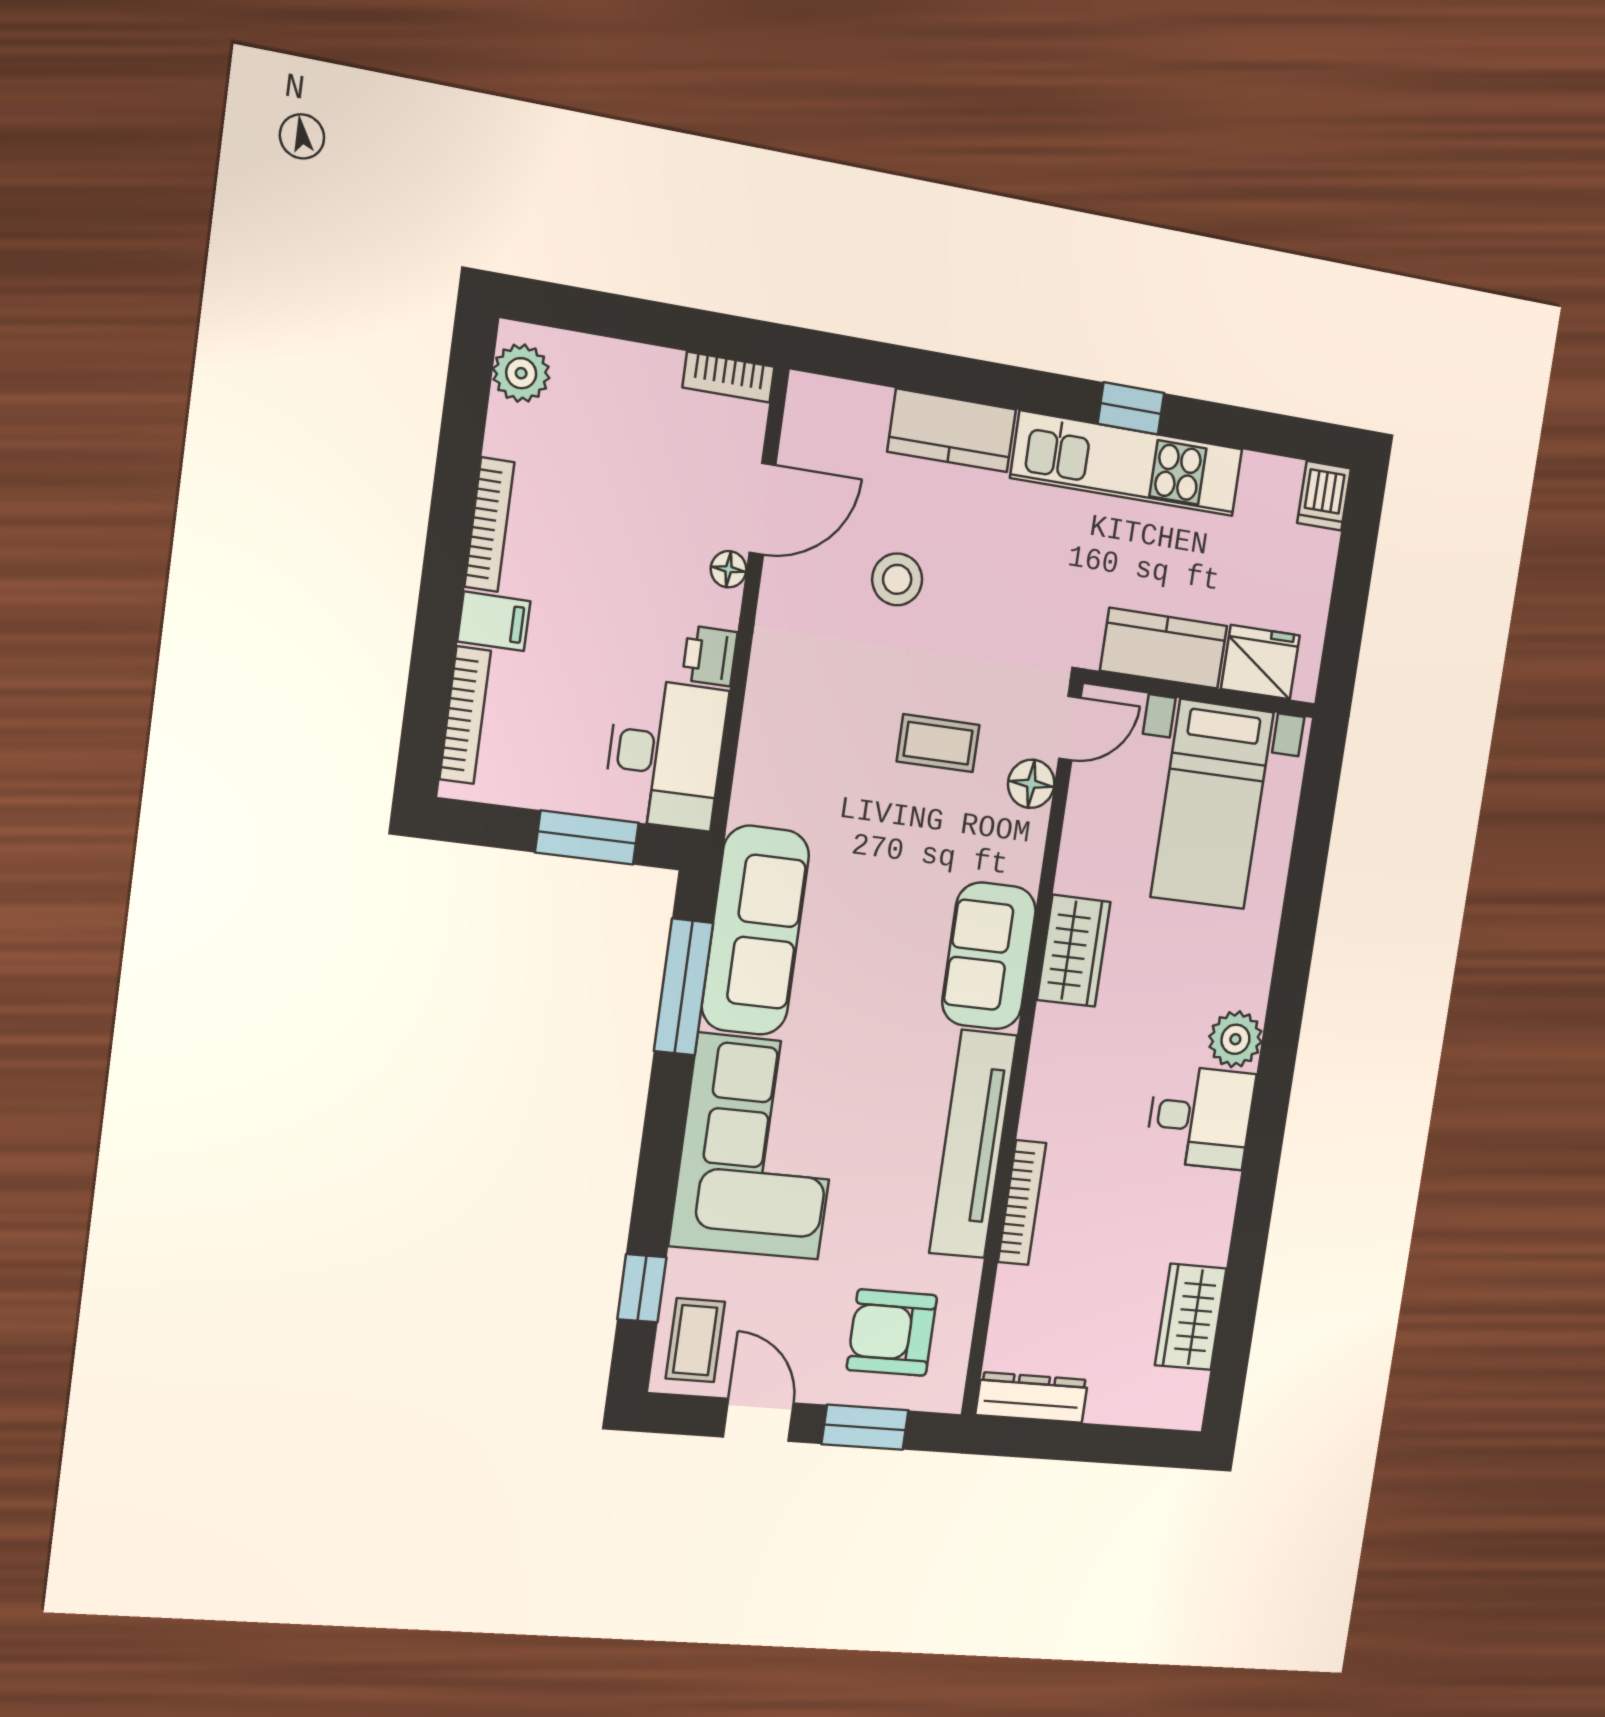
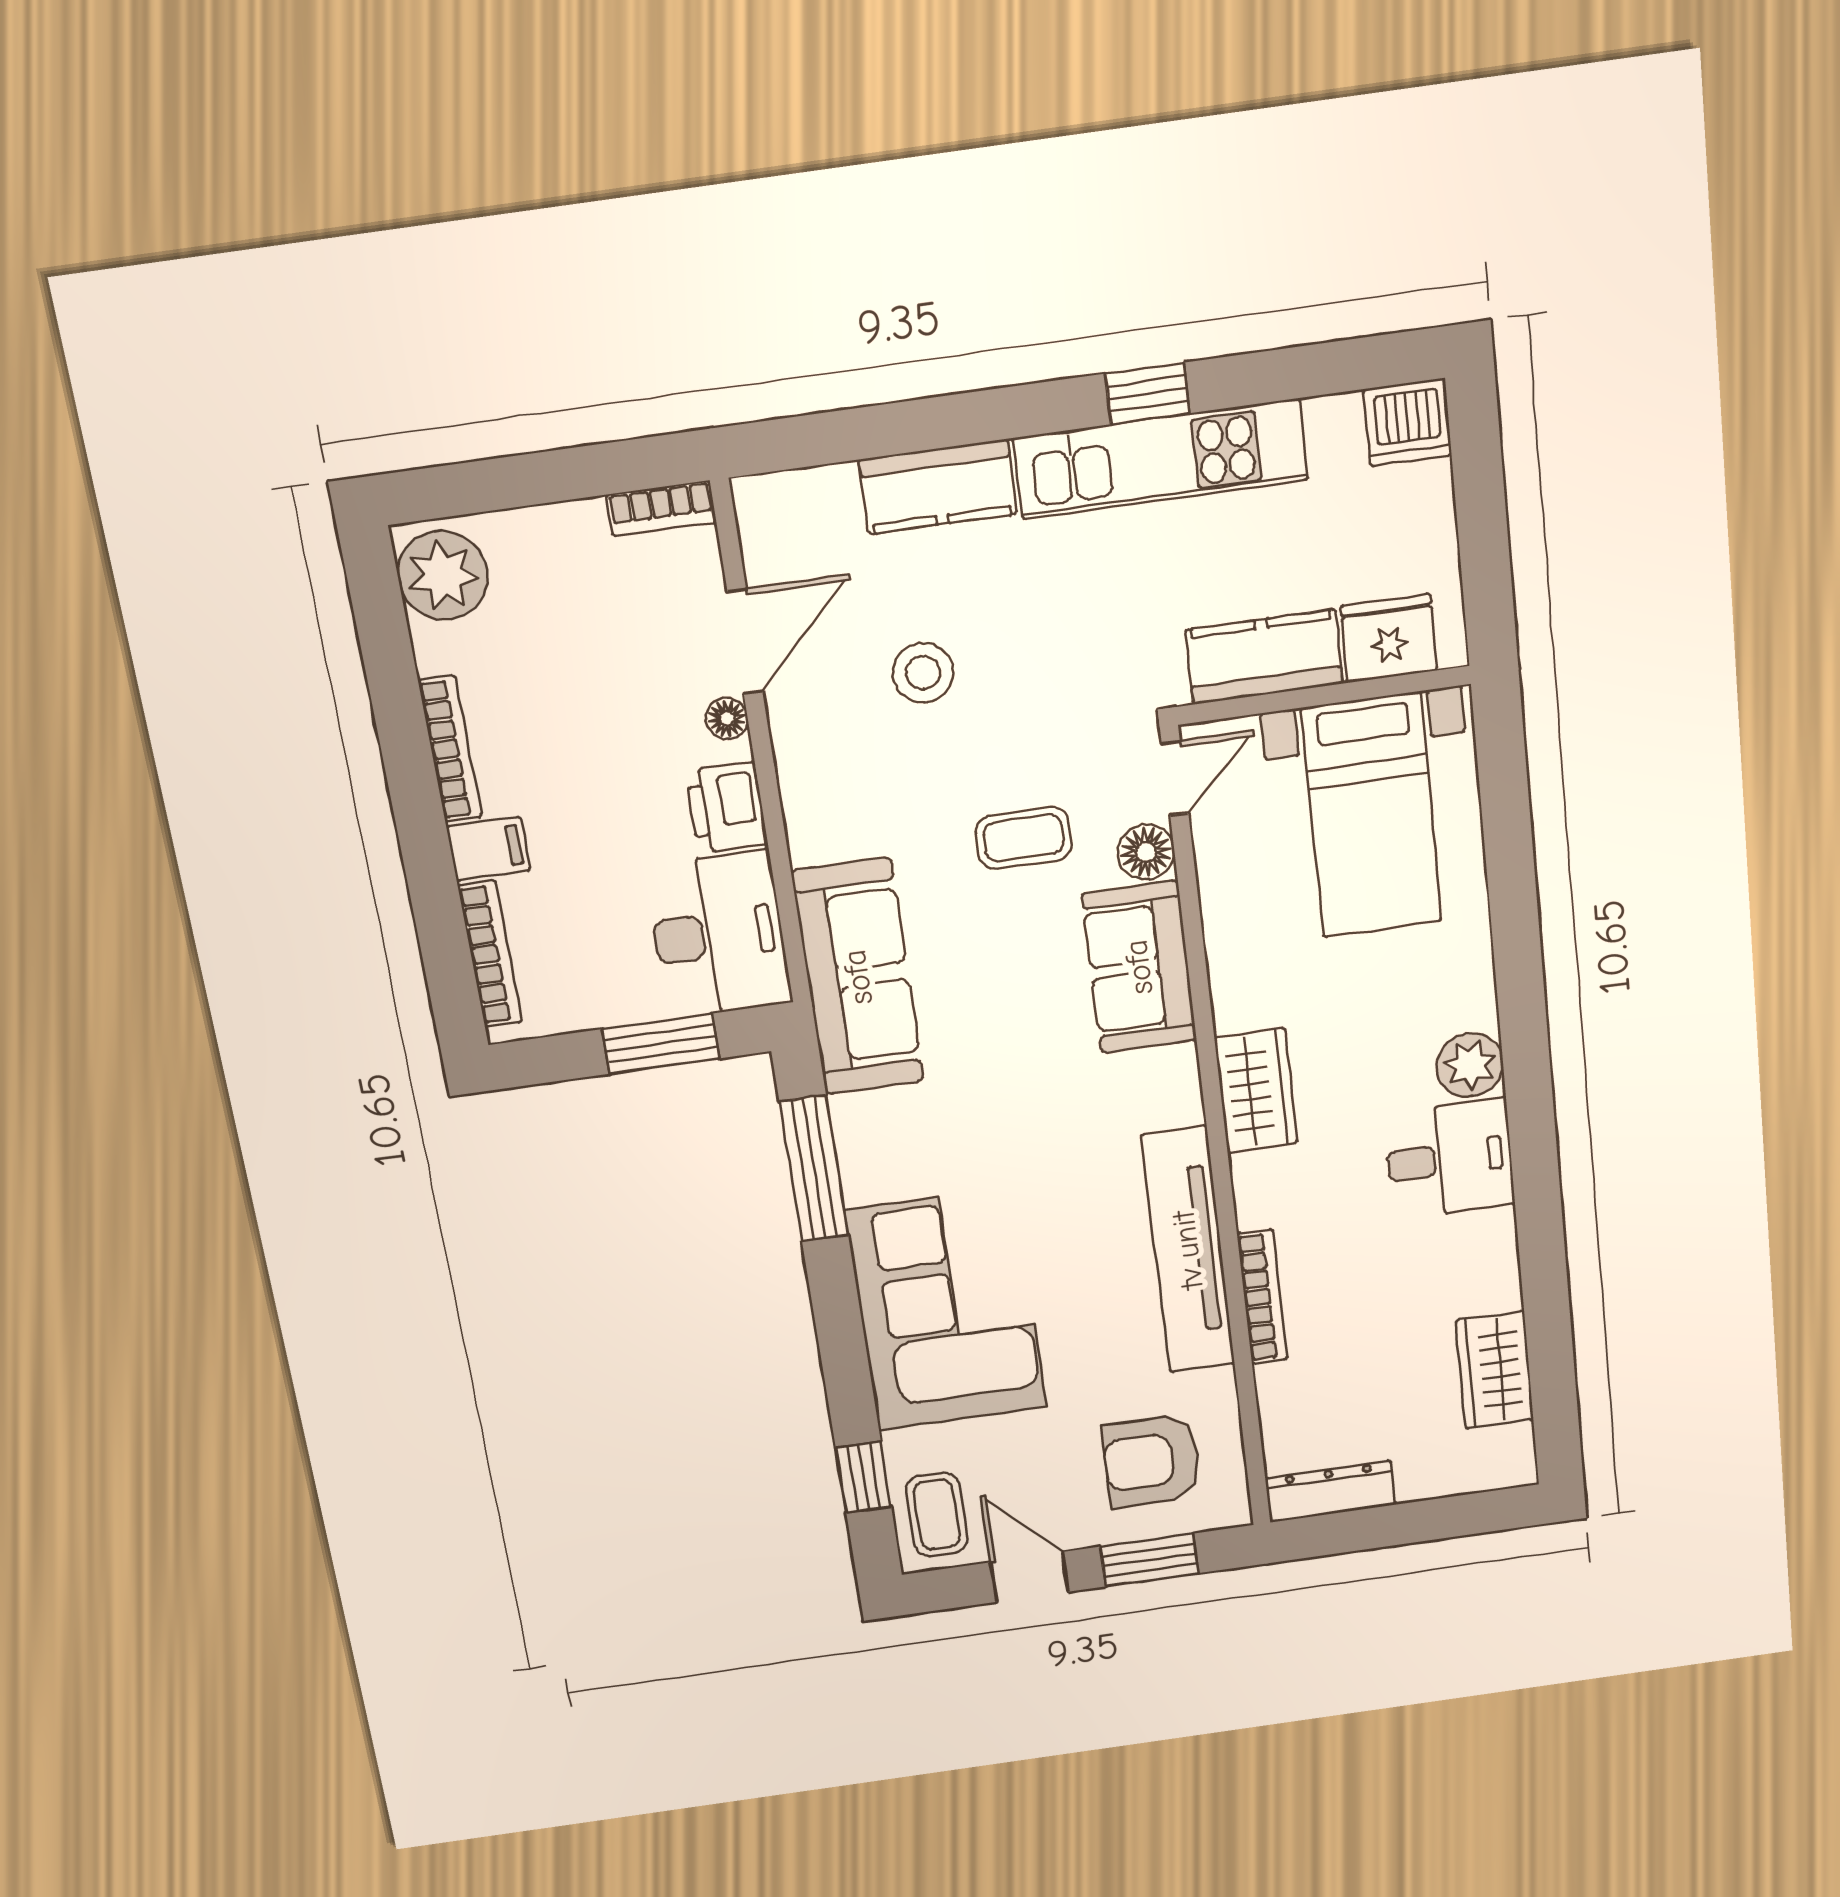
plant: (521, 373) -> (443, 575), width x1.36, depth x1.36
dishwasher: (1324, 496) -> (1408, 422), width x1.38
printer: (710, 656) -> (726, 807), width x1.36, depth x1.24
sofa: (755, 931) -> (858, 977), moved
wardrobe: (1074, 951) -> (1256, 1091), moved
sofa: (989, 956) -> (1139, 967), moved

